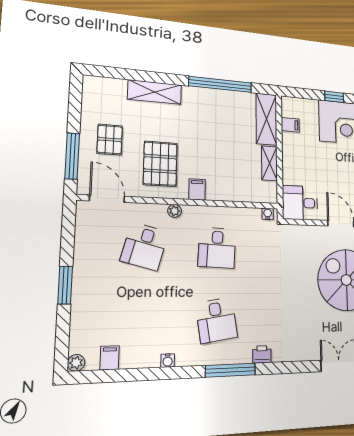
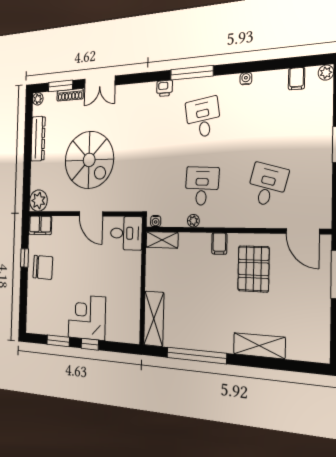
filing cabinet: (290, 125) -> (132, 313), removed
pallet: (110, 140) -> (302, 293), removed
shelving: (269, 163) -> (162, 240), moved, turned 90
plant: (175, 211) -> (193, 221), moved

